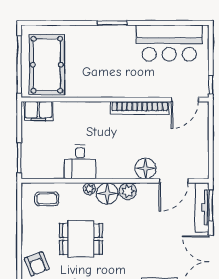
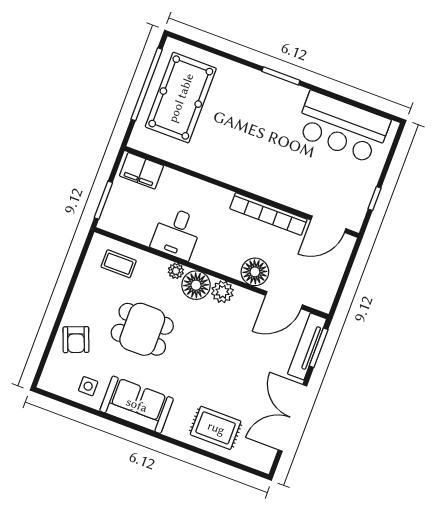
wall: (115, 99) -> (242, 192), moved
door: (185, 99) -> (328, 224), moved
bookcase: (140, 108) -> (268, 214), moved
filing cabinet: (38, 111) -> (141, 171), moved

